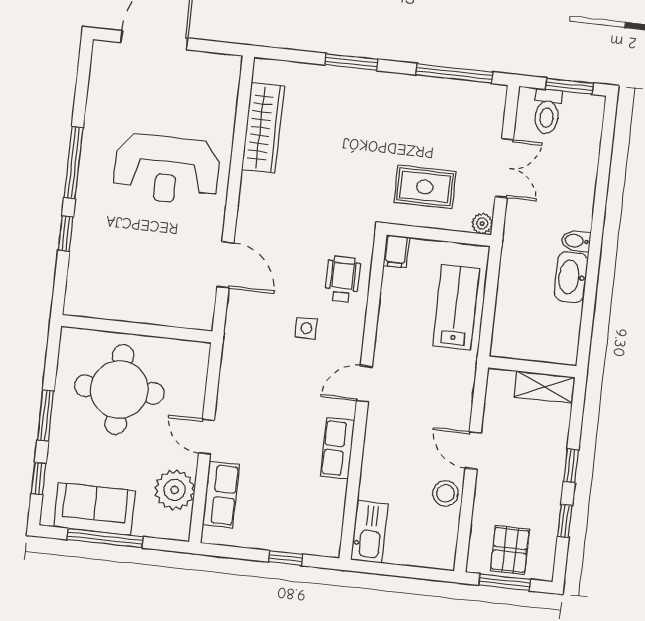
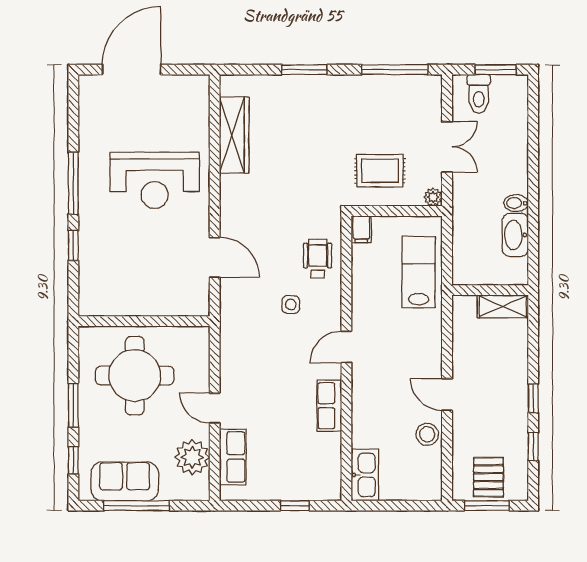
wall: (532, 367) -> (490, 290), moved
shelving: (545, 387) -> (503, 306), moved

